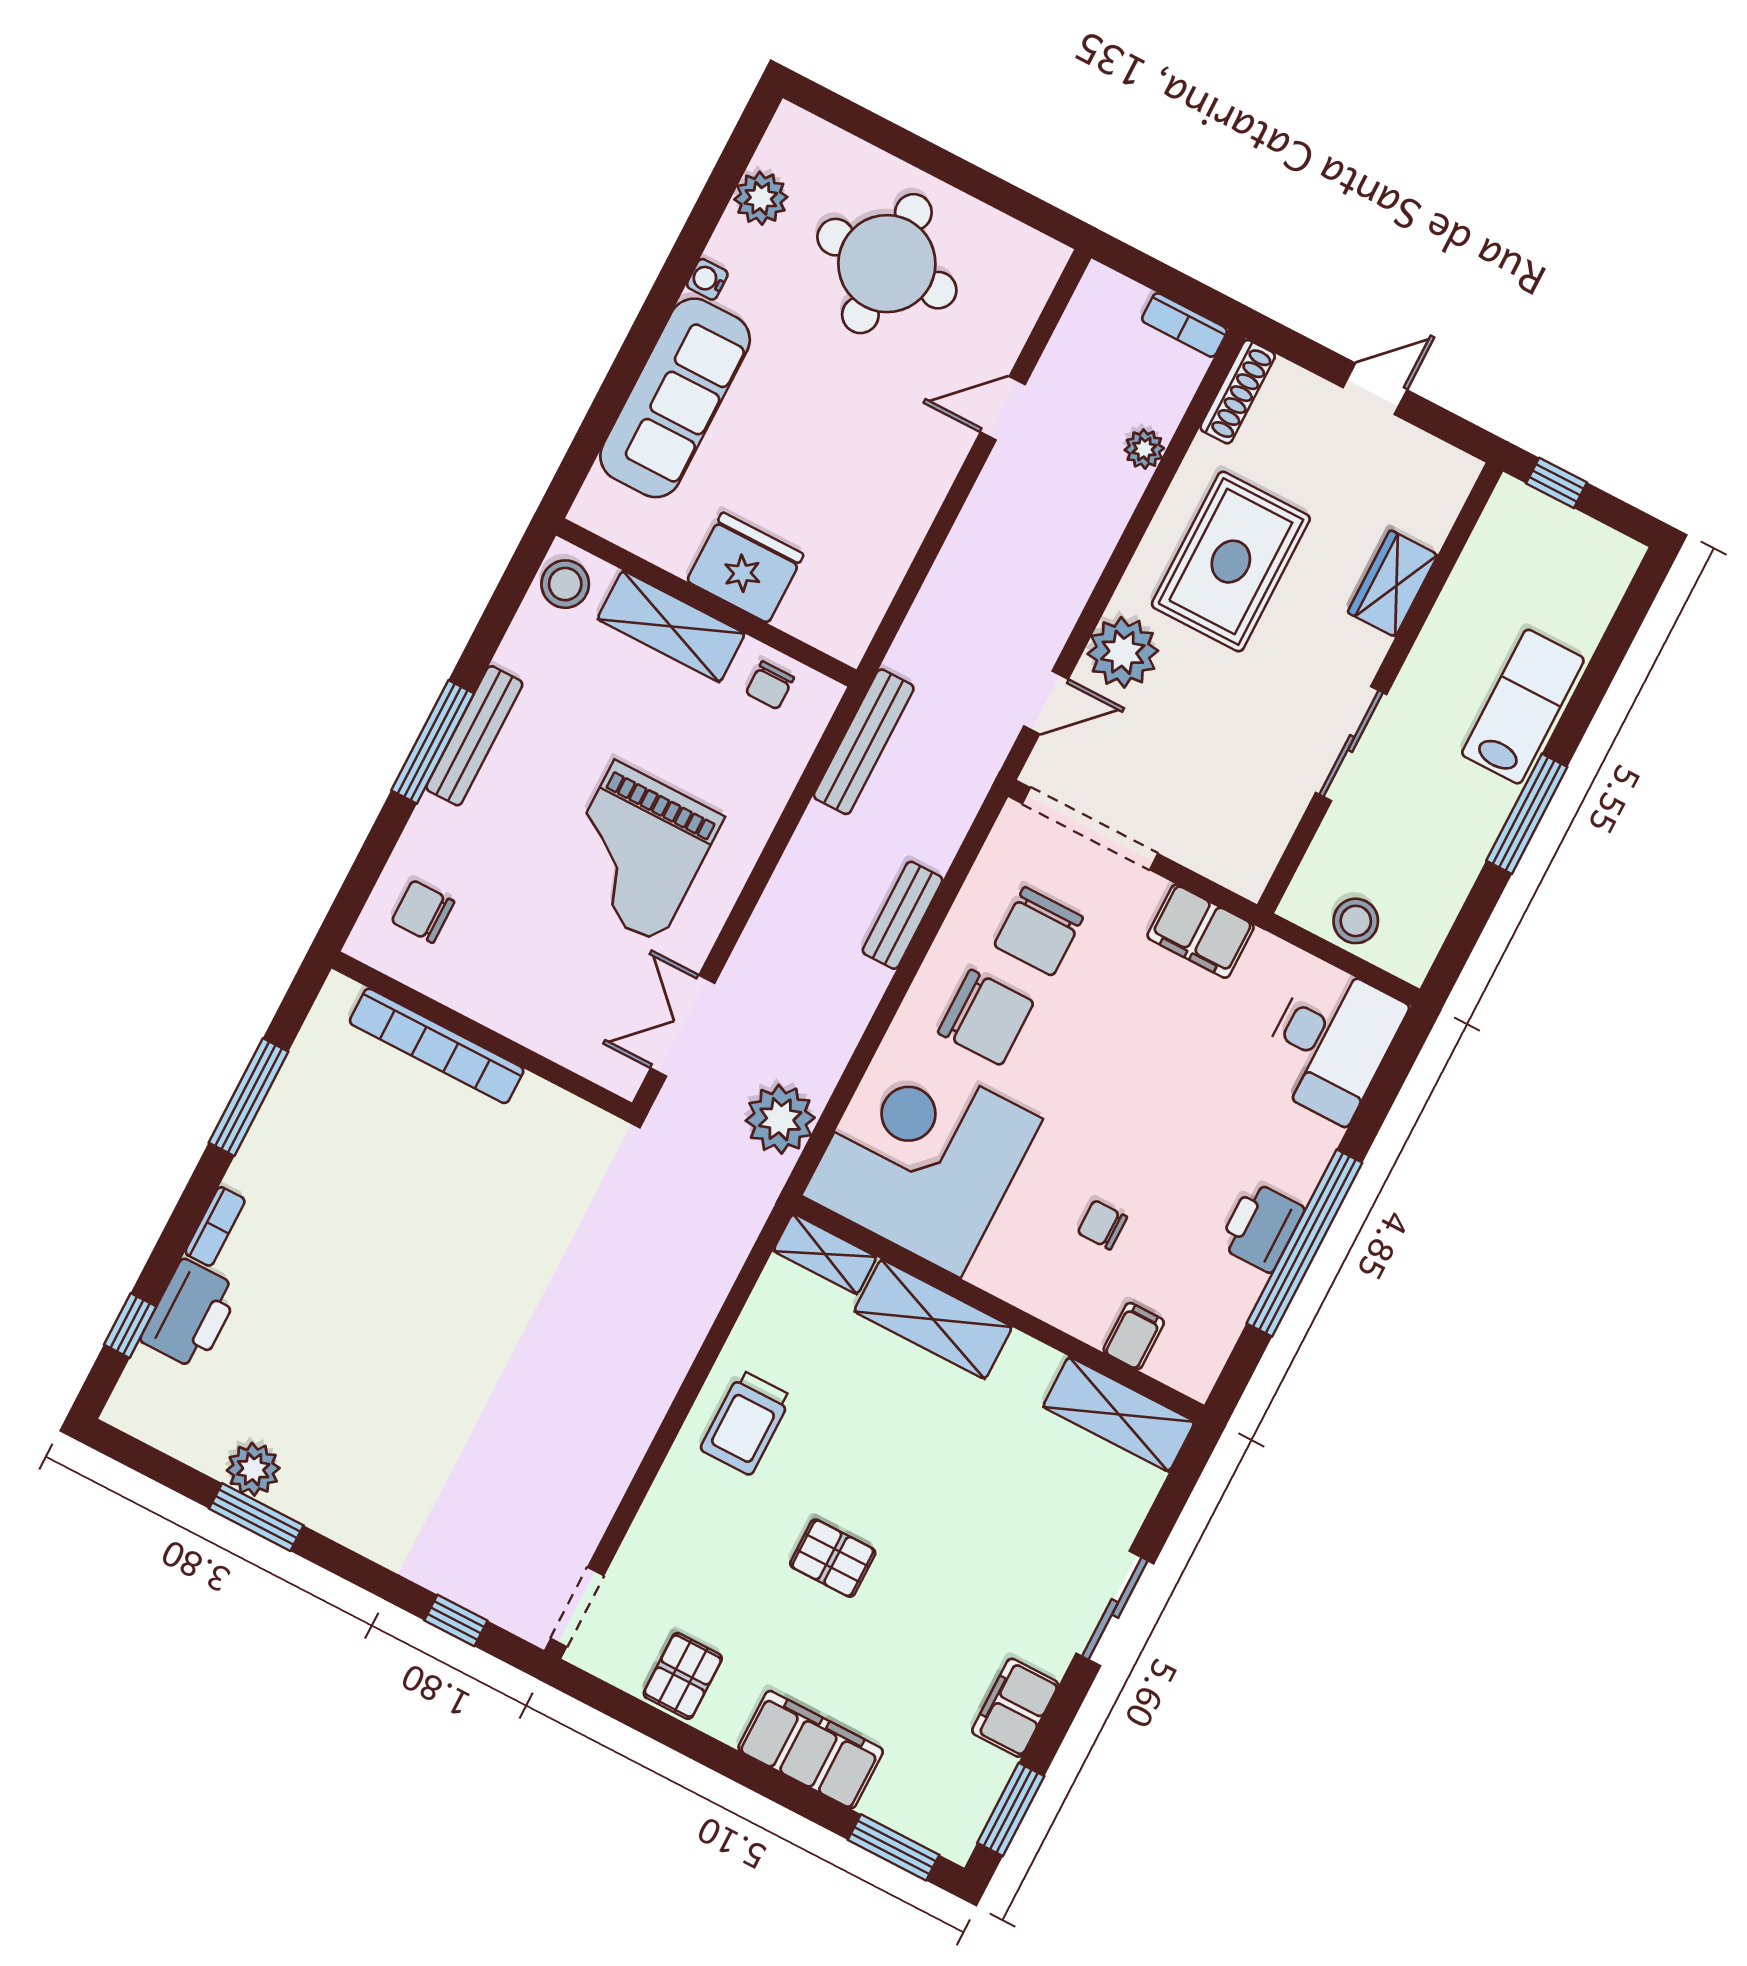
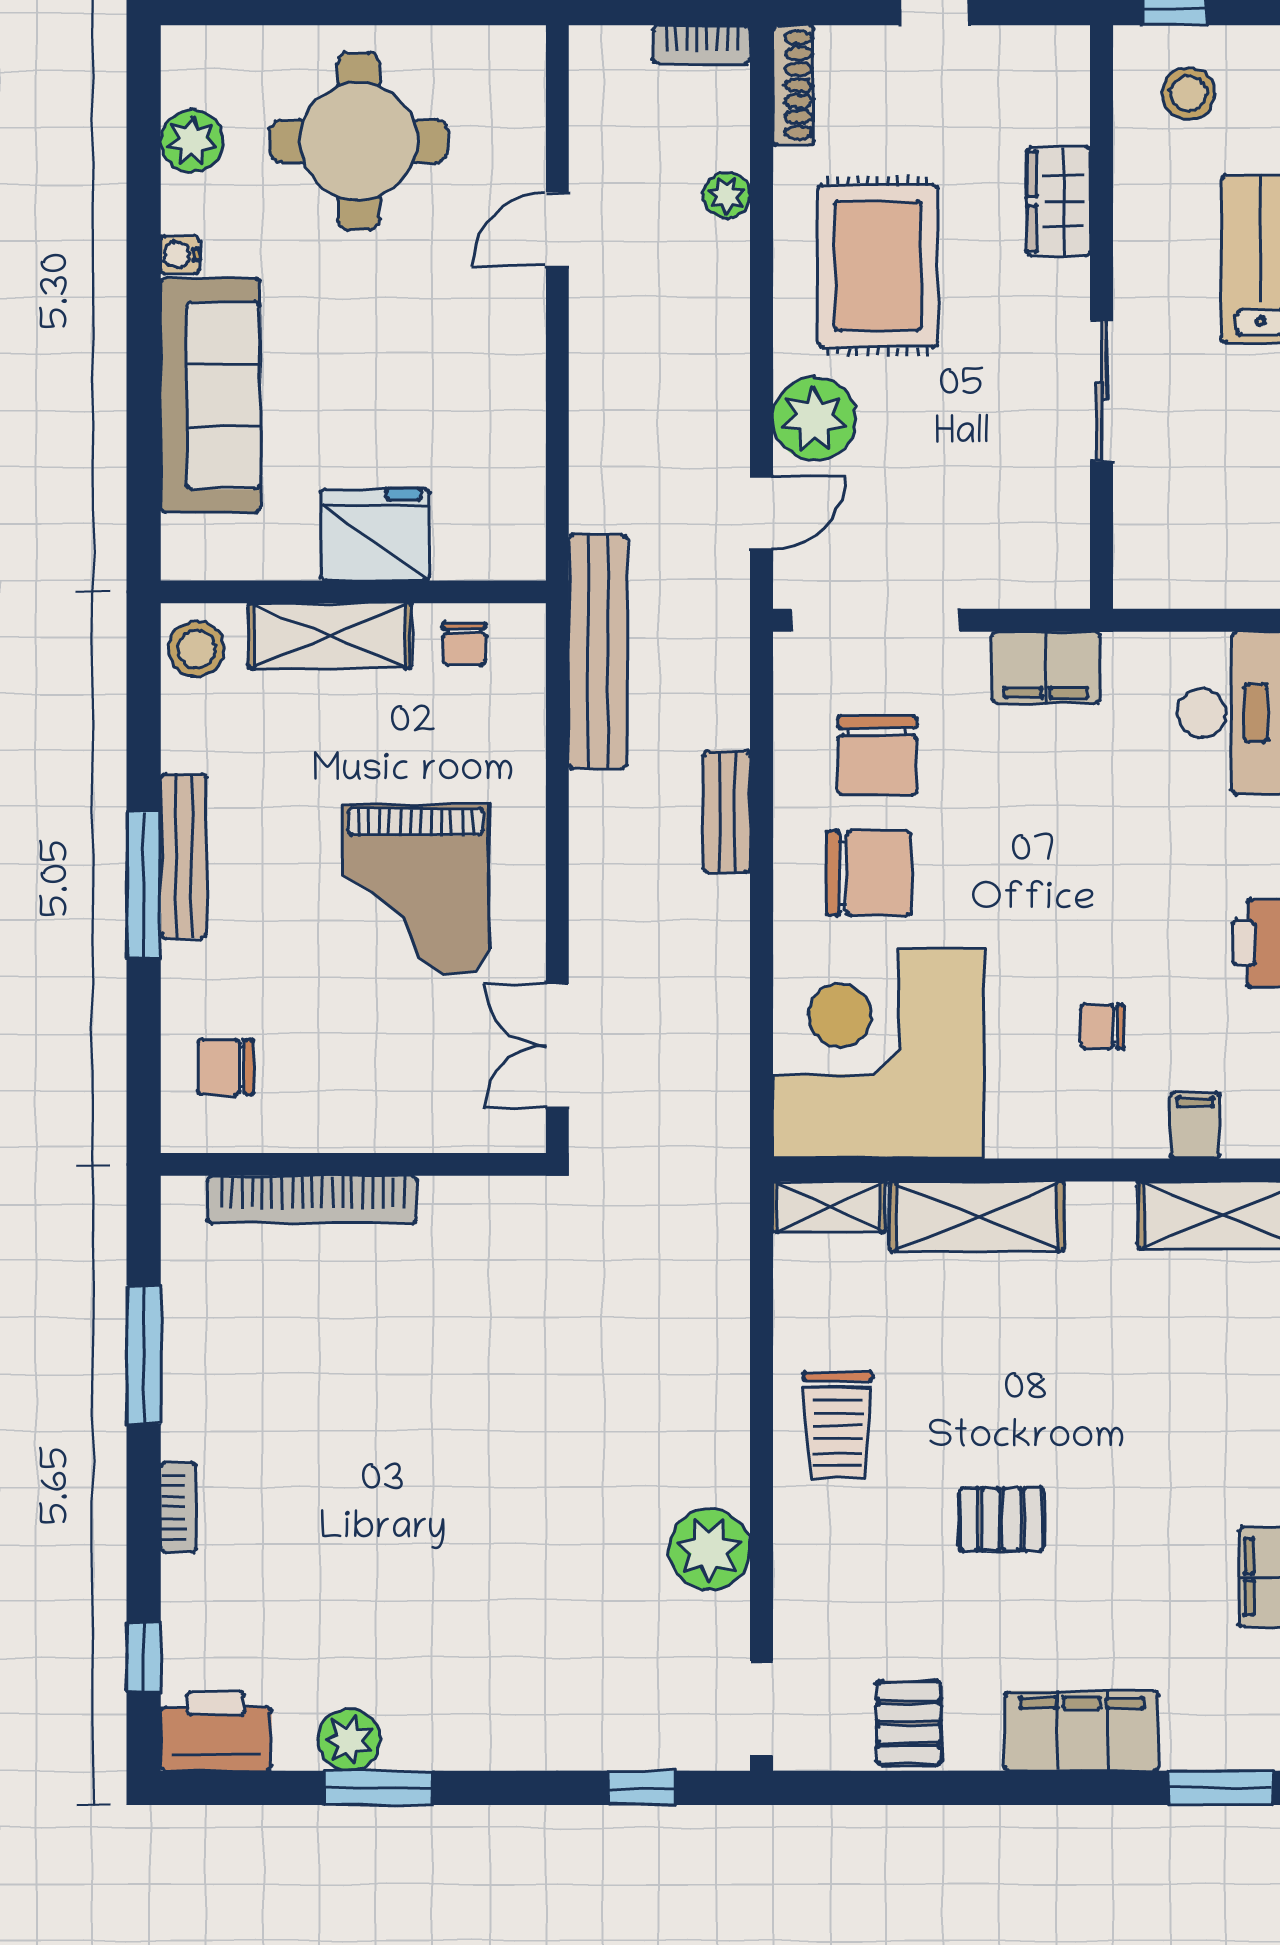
bench: (864, 742) -> (598, 652), width x1.37, depth x1.21
stool: (1356, 921) -> (1189, 93), moved
plant: (780, 1119) -> (709, 1550), moved
printer: (190, 1314) -> (216, 1731), moved, turned -90

